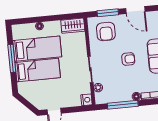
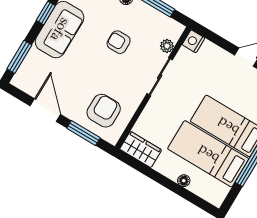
armchair: (128, 59) -> (119, 42), moved

